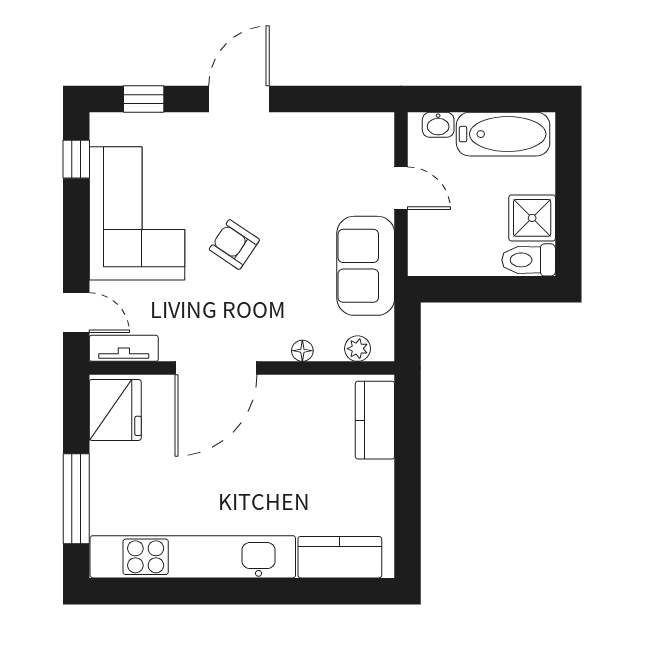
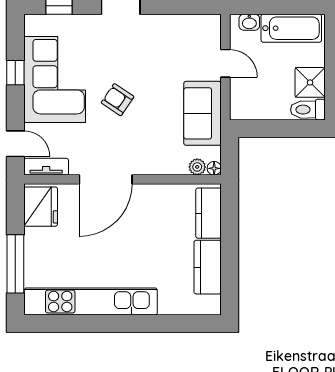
window: (76, 159) -> (15, 73), moved
floor lamp: (302, 351) -> (214, 168), moved
kitchen counter: (340, 557) -> (208, 267), moved, turned -90

